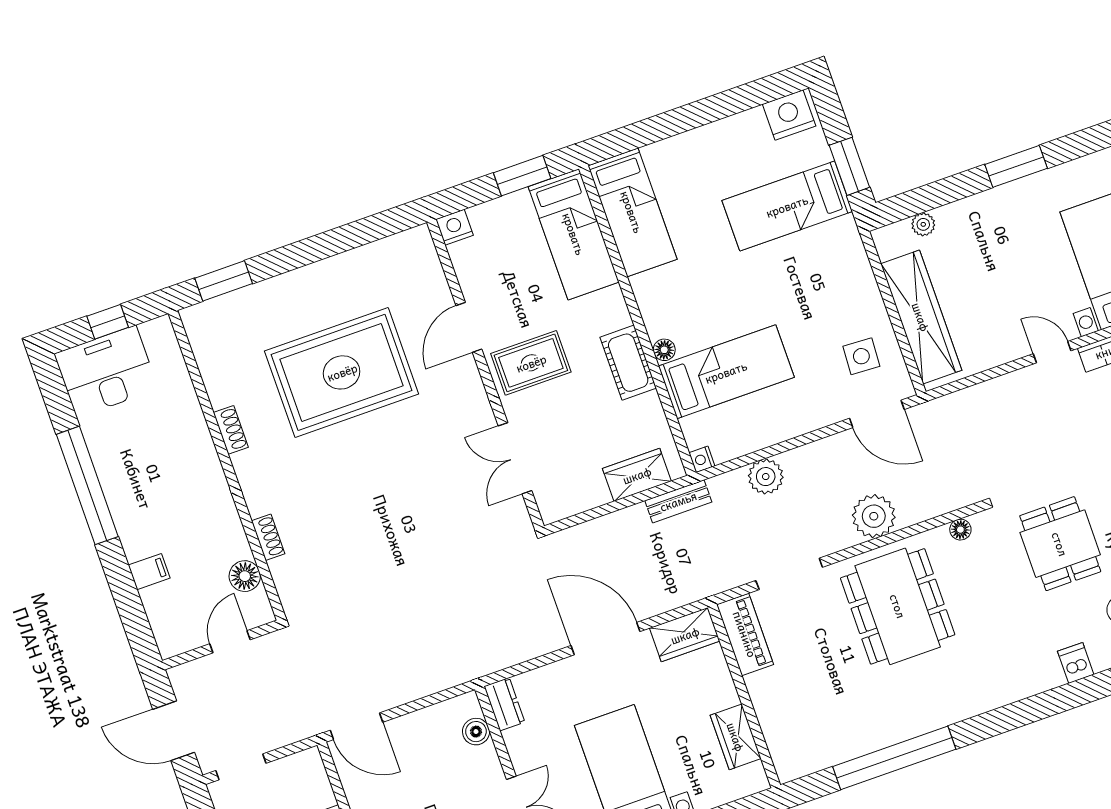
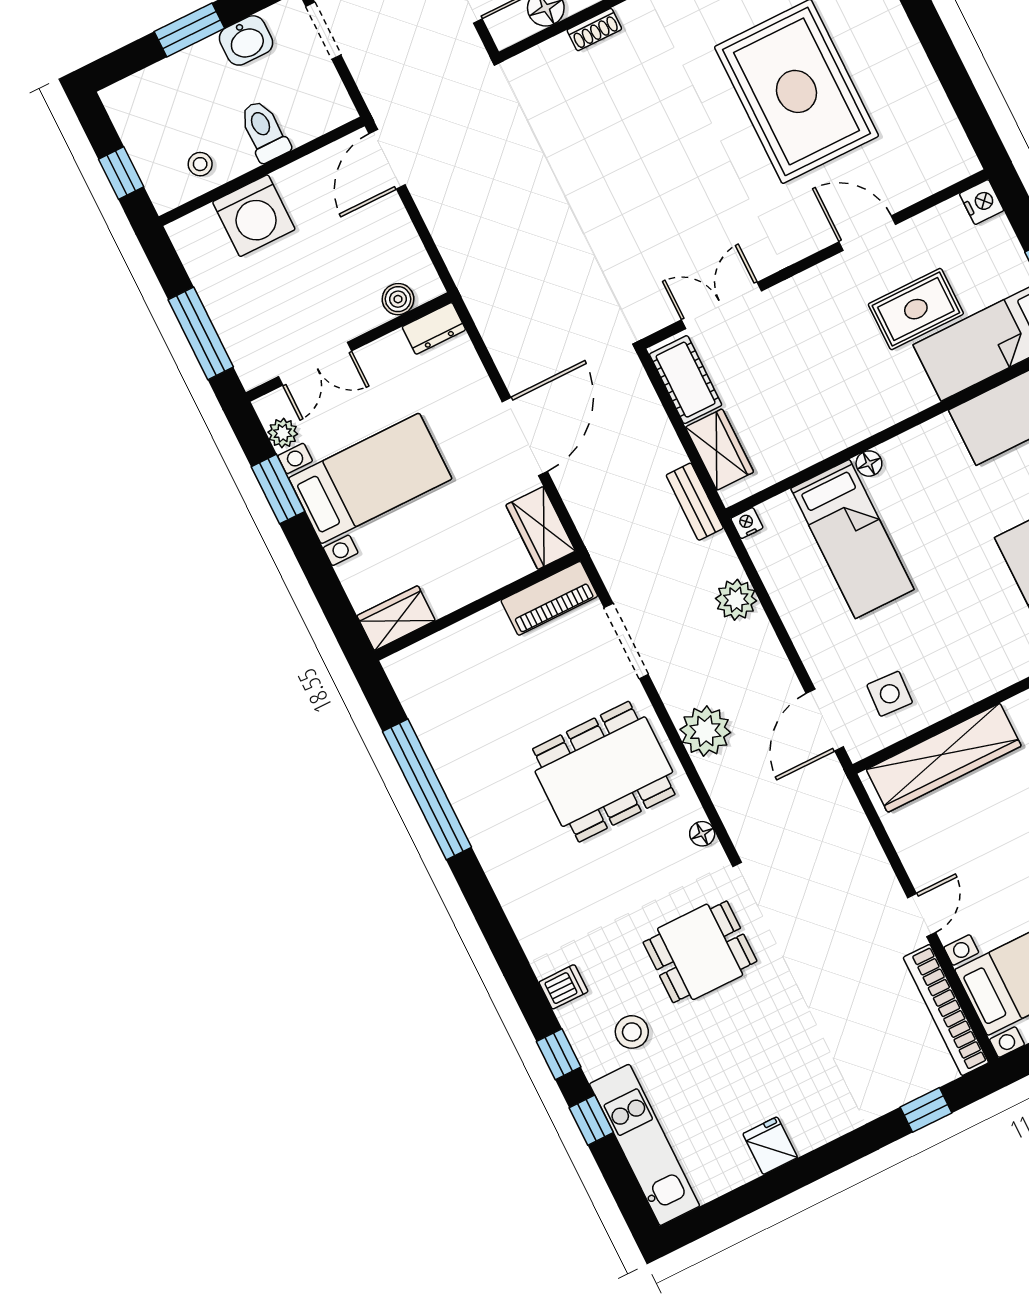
rug: (531, 363) -> (916, 309), moved, turned 90
cot: (628, 363) -> (686, 380), moved, turned 90
wardrobe: (736, 737) -> (396, 618), moved

